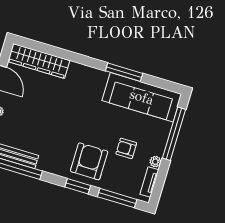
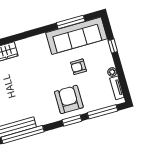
window: (124, 72) -> (71, 22), moved
window: (174, 134) -> (113, 46), width x0.32
armchair: (126, 148) -> (78, 67), moved

